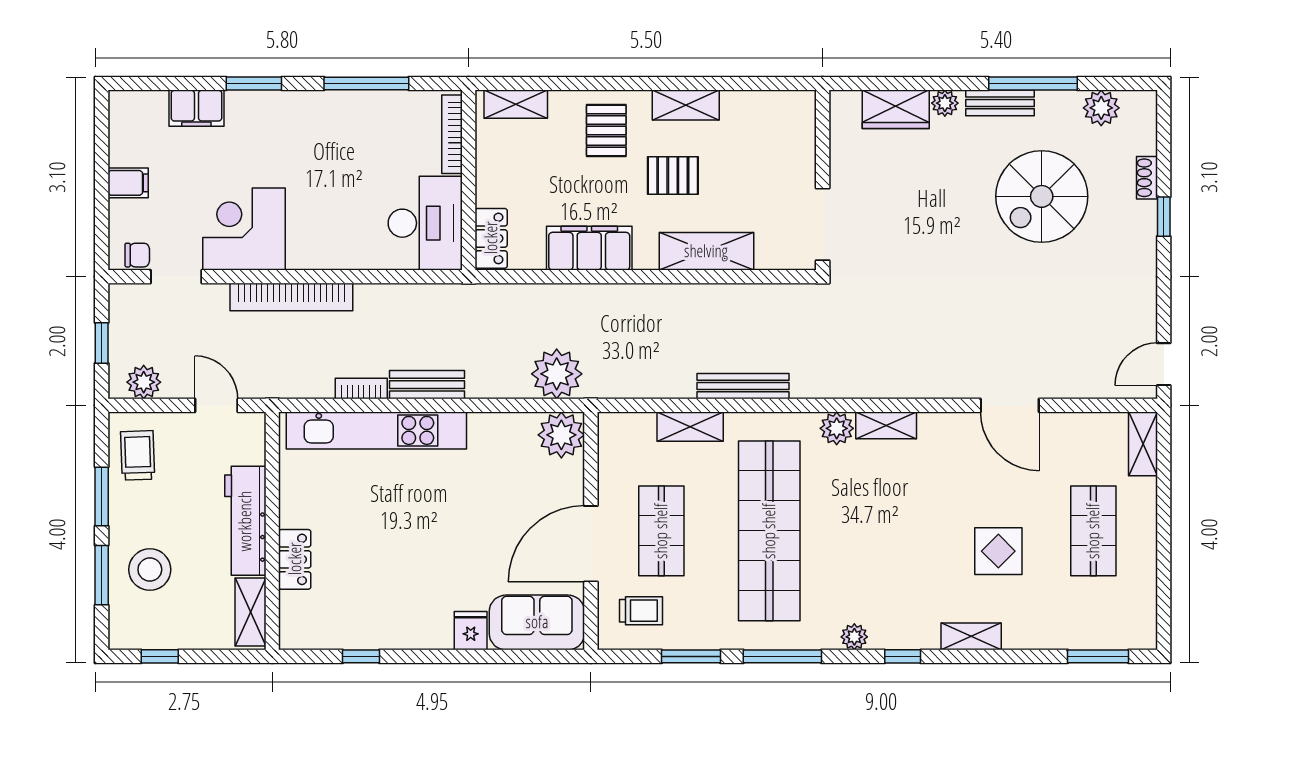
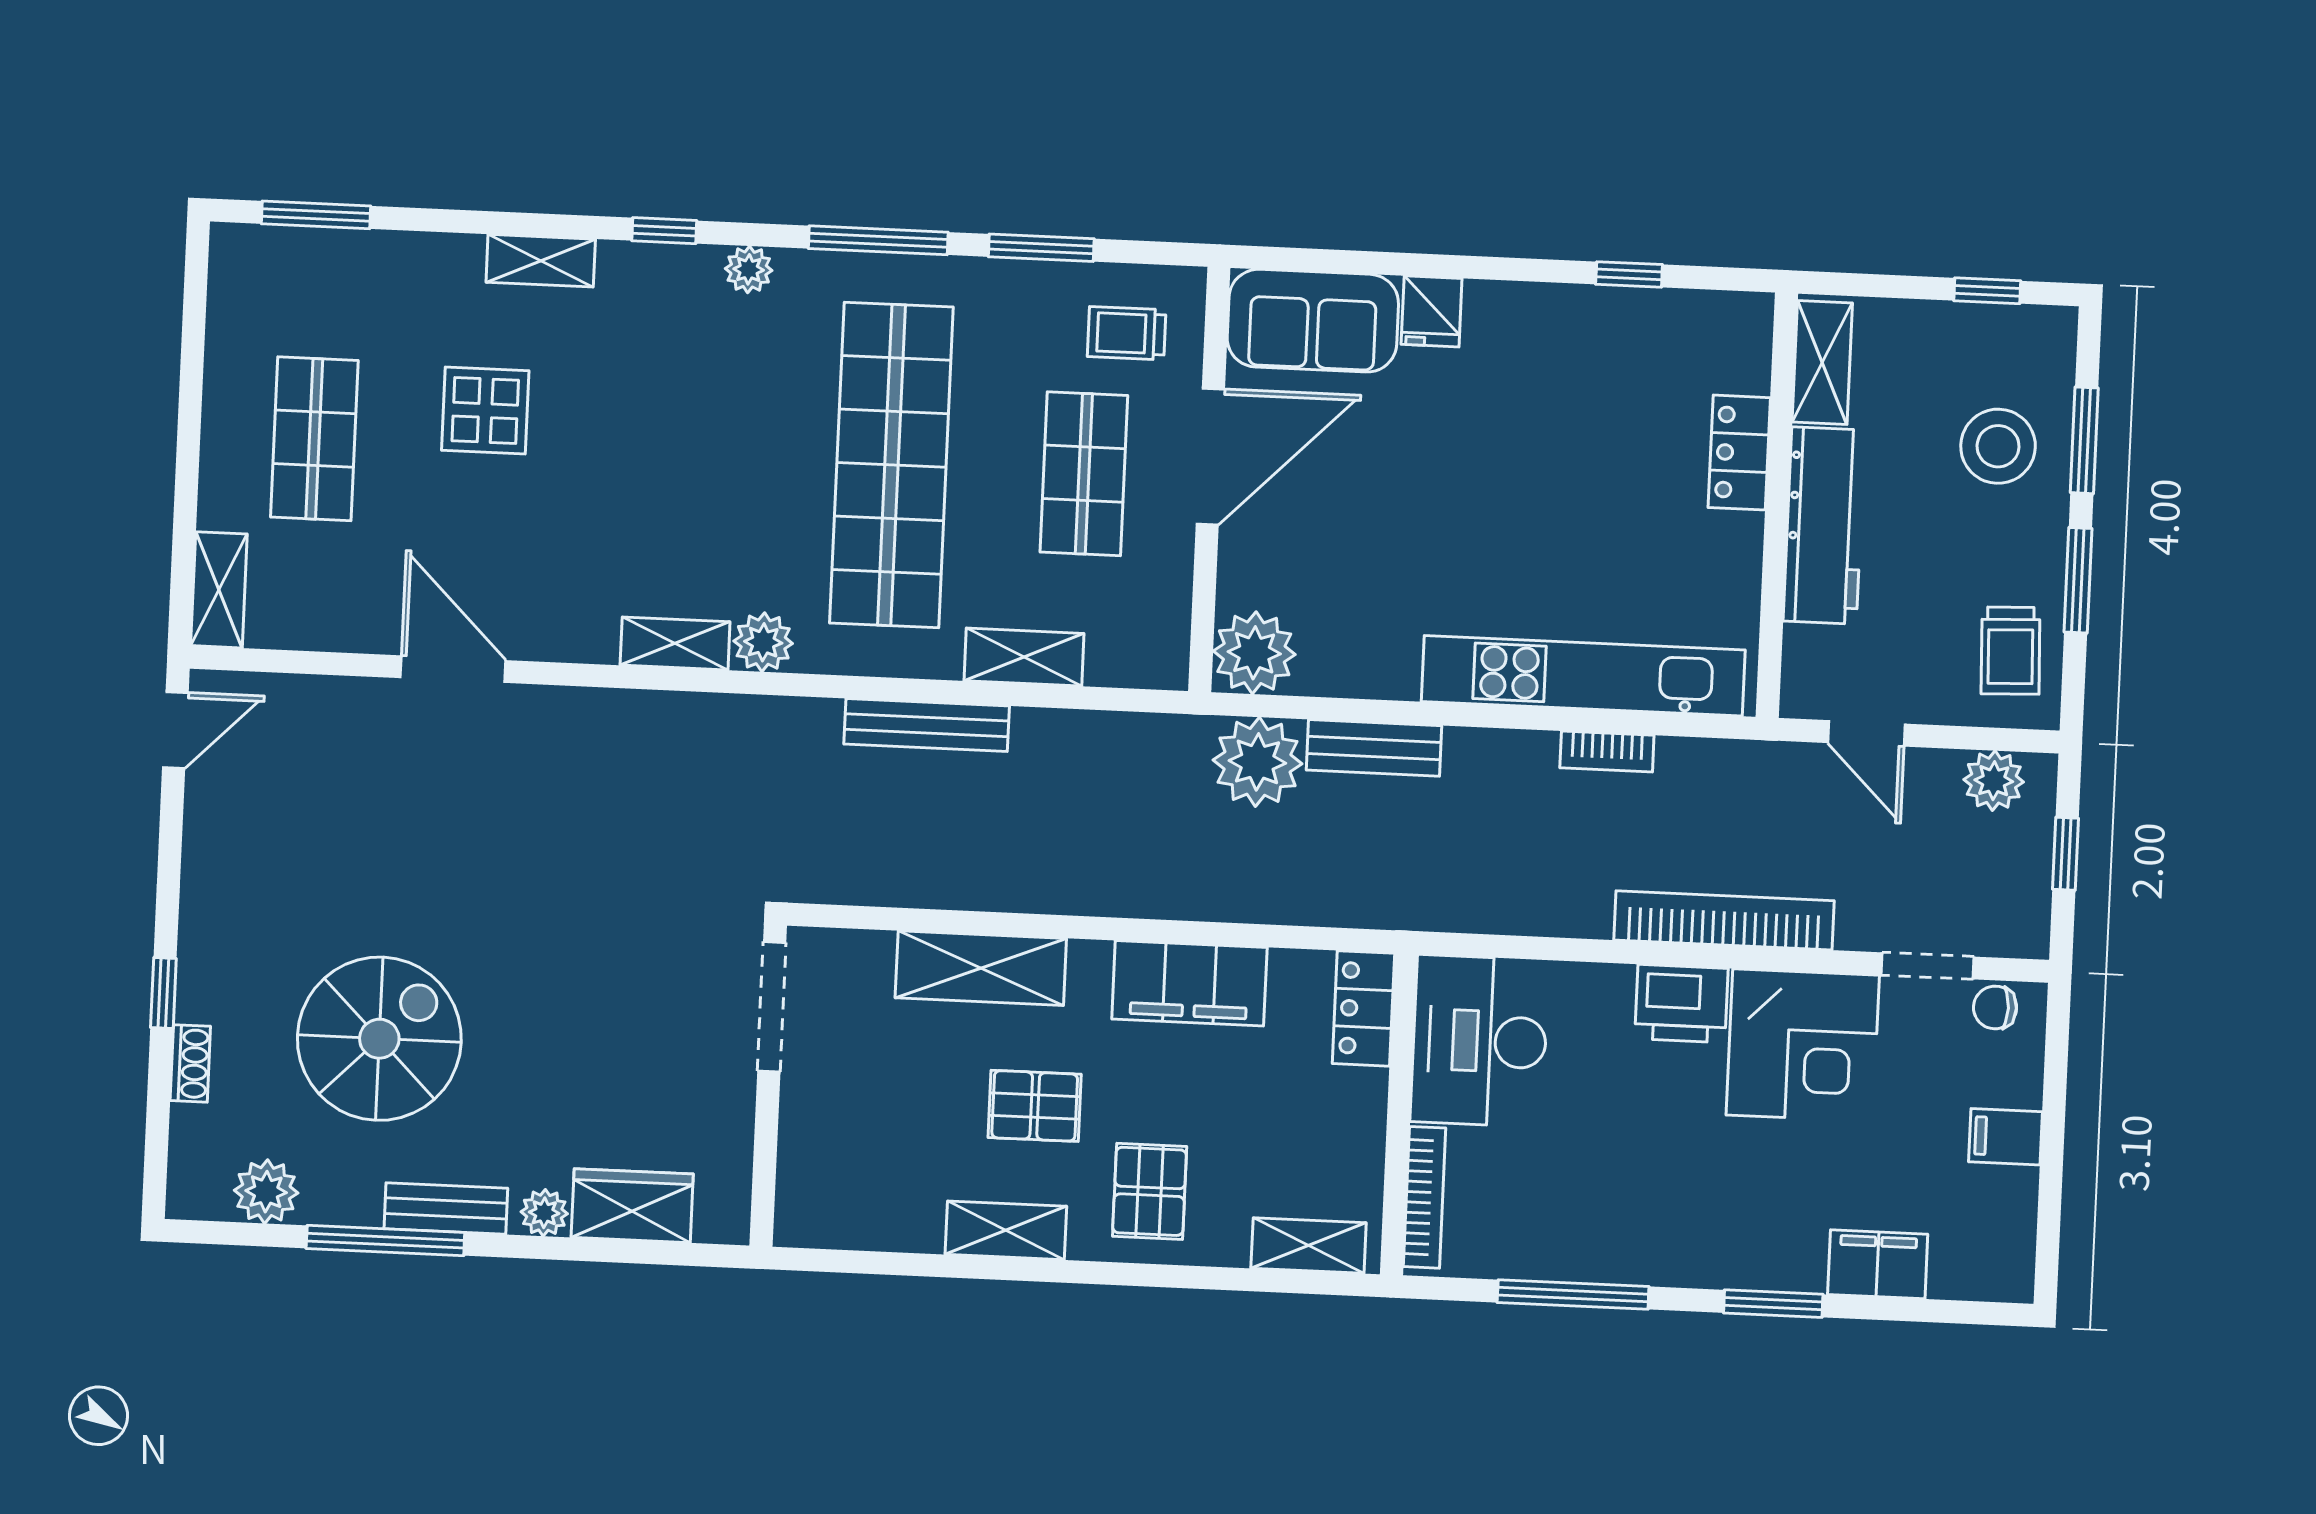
printer: (313, 249) -> (1681, 1004), added
bench: (427, 385) -> (1374, 748), moved

